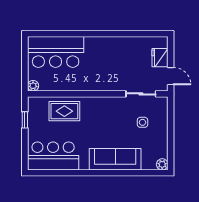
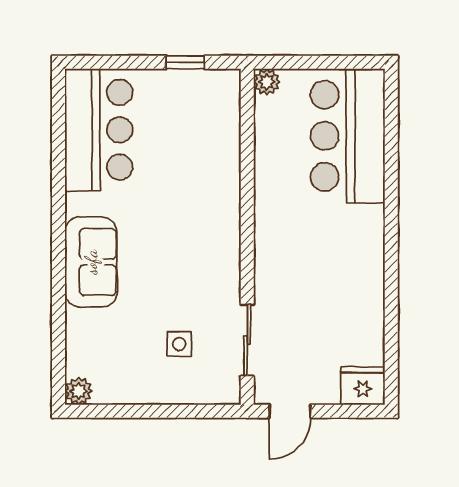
fridge: (160, 58) -> (363, 386), moved
rug: (64, 111) -> (206, 157), removed
sofa: (115, 159) -> (91, 262), width x0.73

